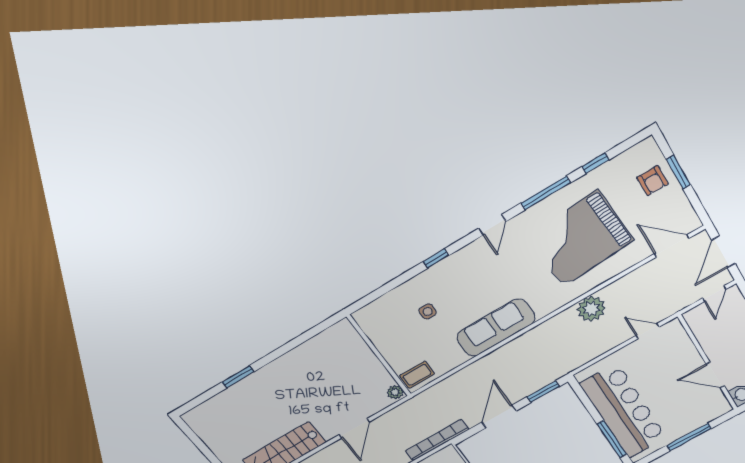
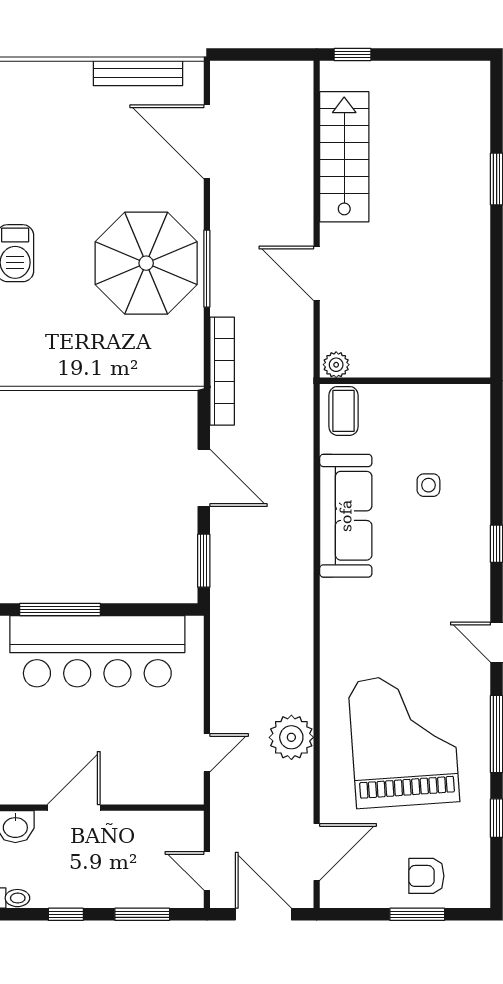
plant: (591, 309) -> (291, 737), moved
sofa: (496, 328) -> (346, 516), moved

